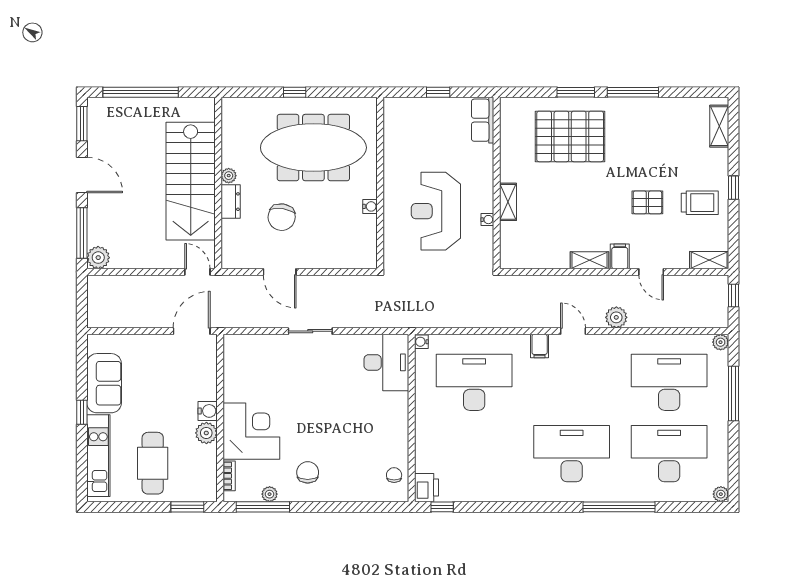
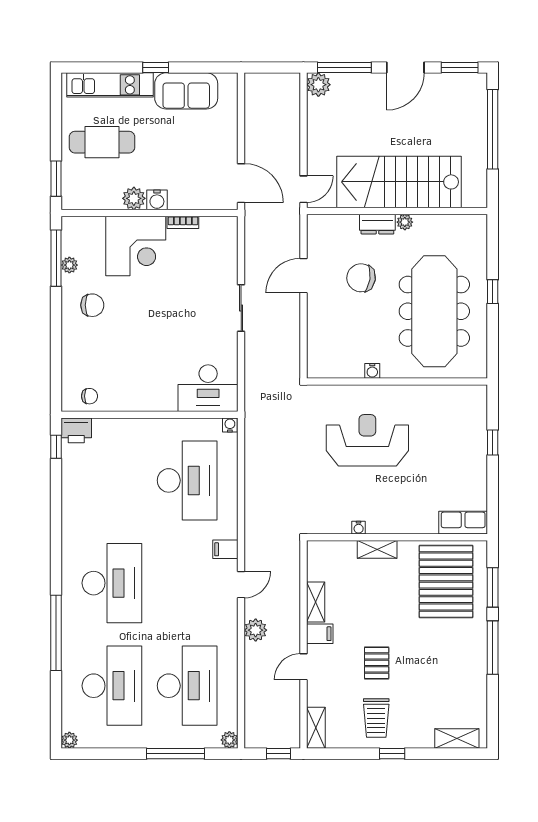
row of seats: (483, 120) -> (463, 523), moved
wall: (497, 183) -> (397, 537), moved
shelving: (508, 202) -> (377, 549), moved
water cooler: (487, 220) -> (359, 528), moved
bookcase: (229, 476) -> (183, 222), moved

